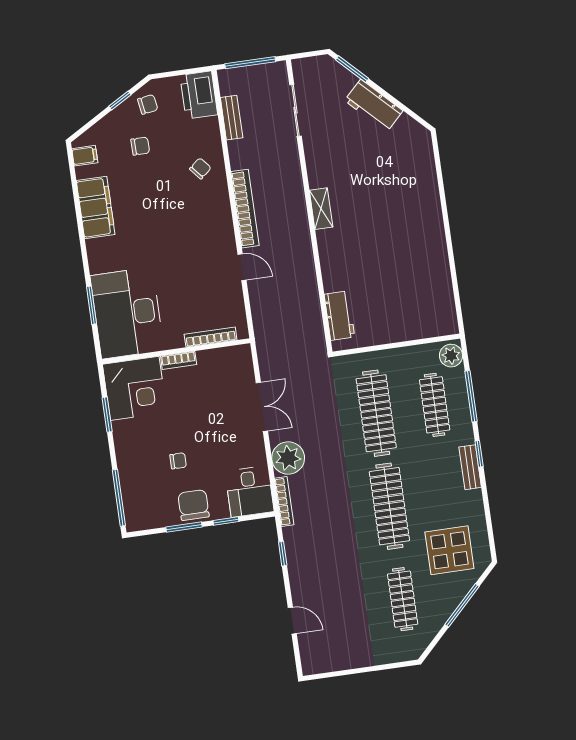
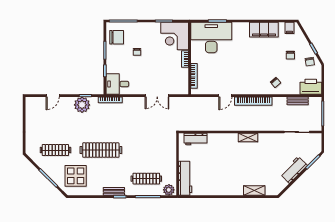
shelving: (428, 180) -> (254, 191), added
workbench: (423, 325) -> (185, 178), added
clothes rail: (376, 413) -> (146, 150), removed
plant: (288, 458) -> (82, 105), moved
chair: (194, 505) -> (117, 37), moved

